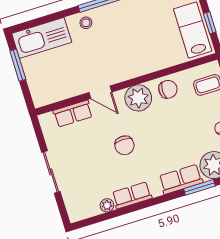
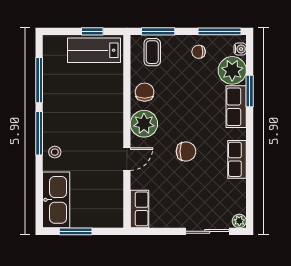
row of seats: (73, 114) -> (139, 209), moved
sliding door: (51, 172) -> (207, 231), moved
plant: (107, 205) -> (239, 221), moved

